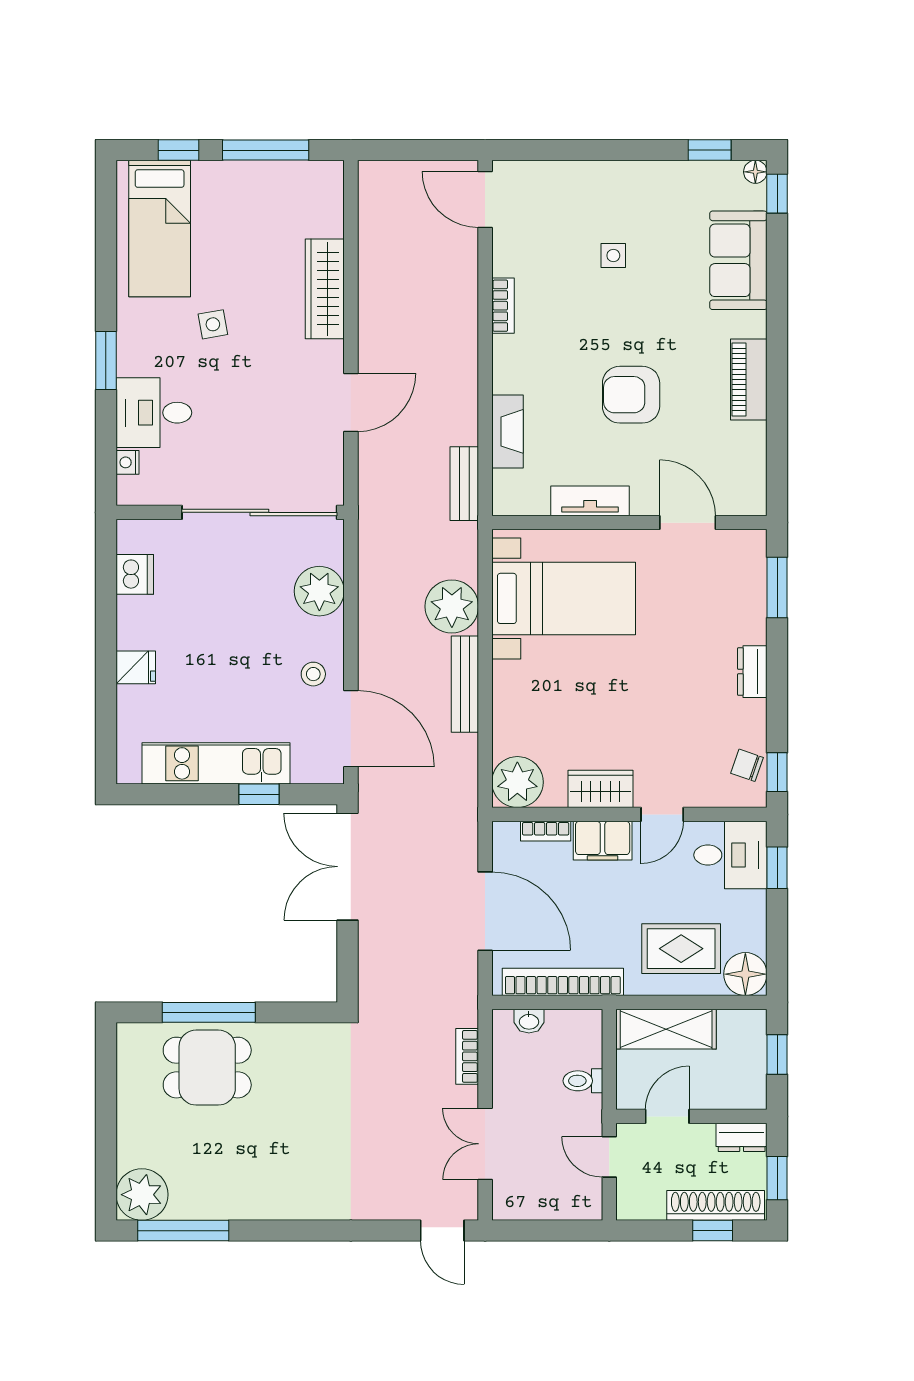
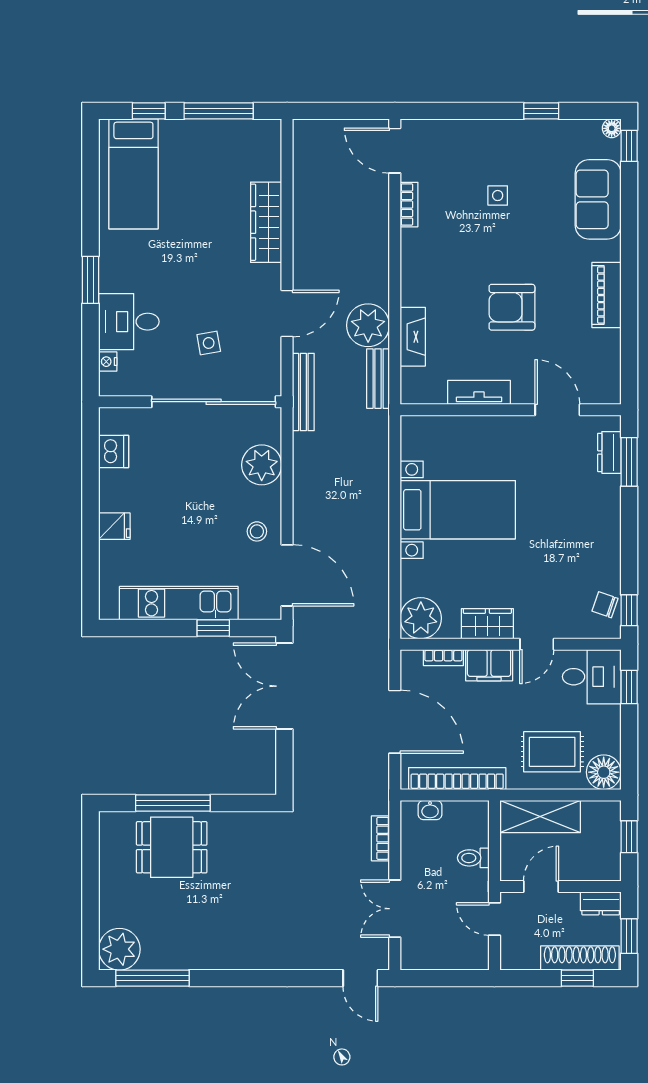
window: (710, 150) -> (541, 111), moved
bookcase: (503, 306) -> (409, 205), moved
side table: (213, 324) -> (209, 343), moved
bed with nightstands: (564, 598) -> (458, 510), moved
plant: (452, 606) -> (368, 325), moved
dresser: (752, 672) -> (609, 452), moved
bench: (465, 684) -> (303, 392), moved

